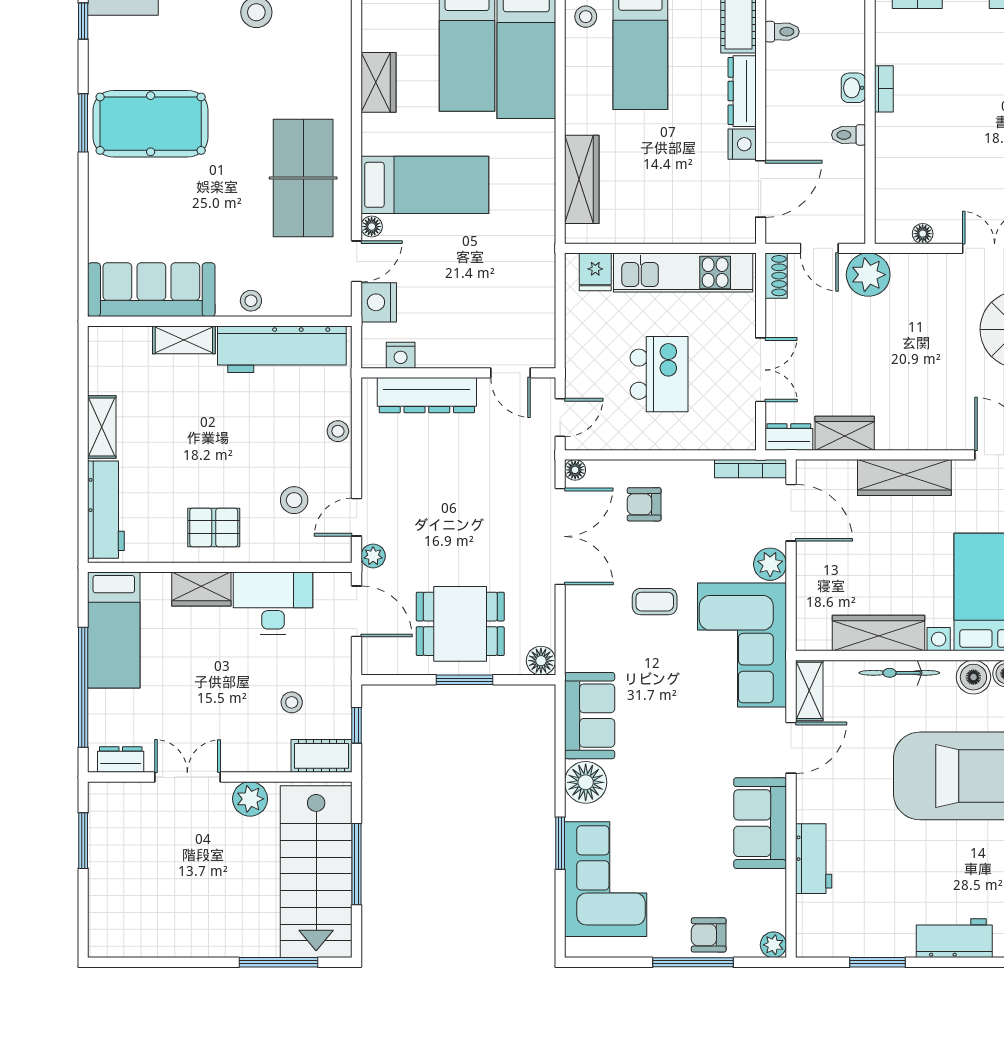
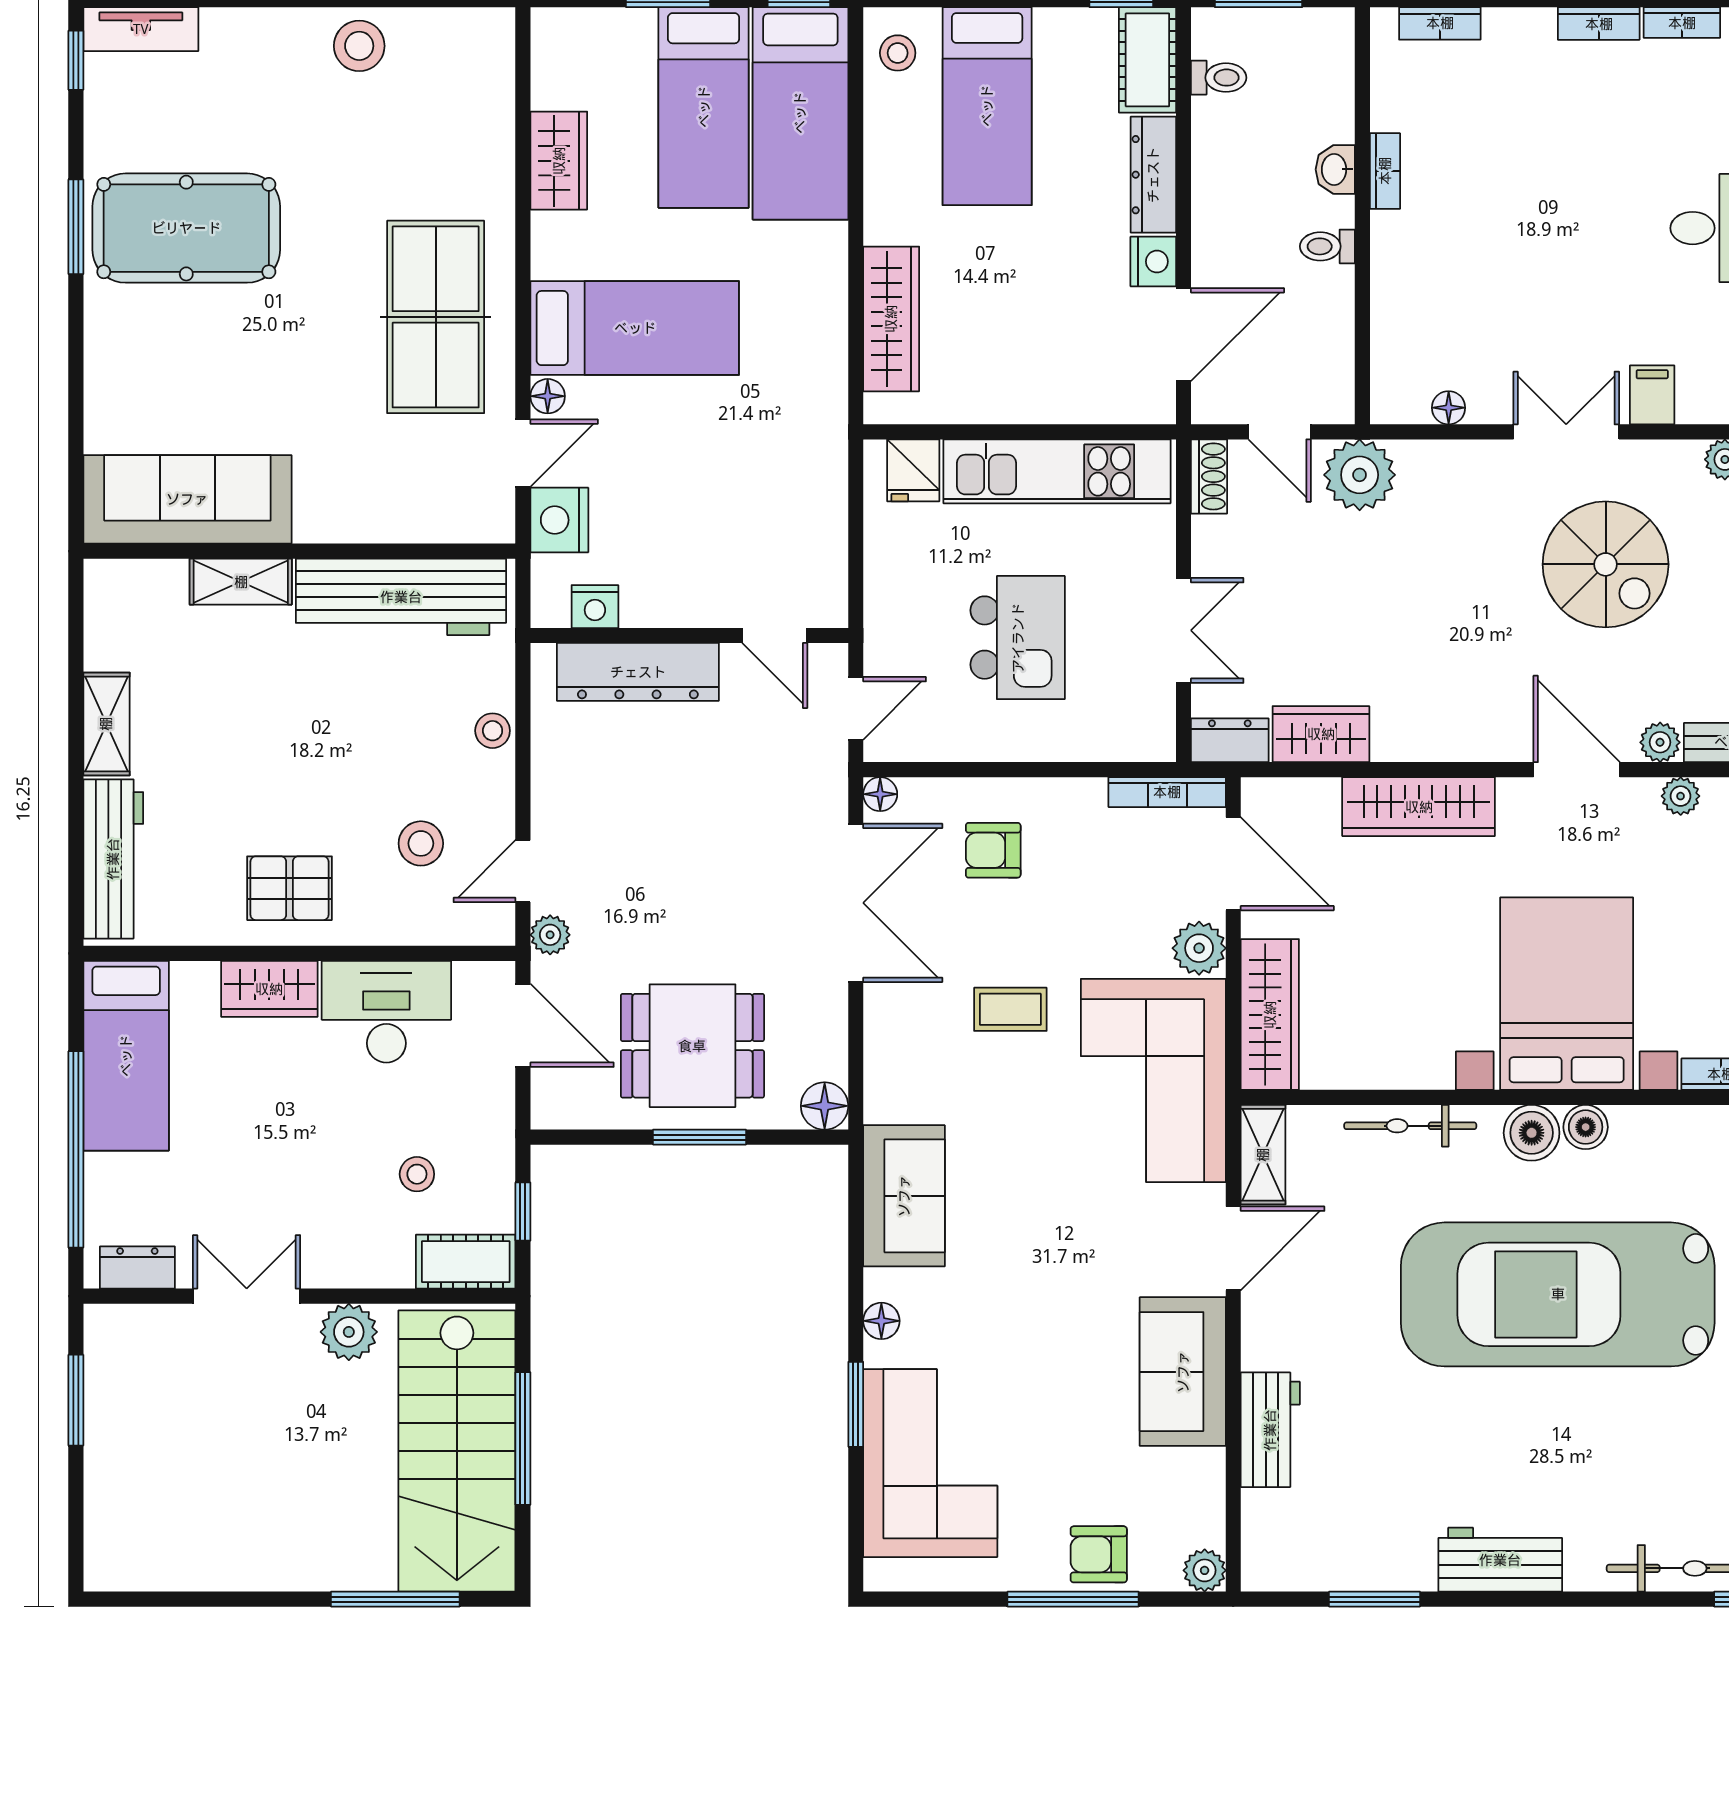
stool: (251, 301) -> (350, 517), removed
wardrobe: (879, 633) -> (1270, 1015), moved, turned 90
floor lamp: (586, 782) -> (881, 1321), width x0.53, depth x0.53

